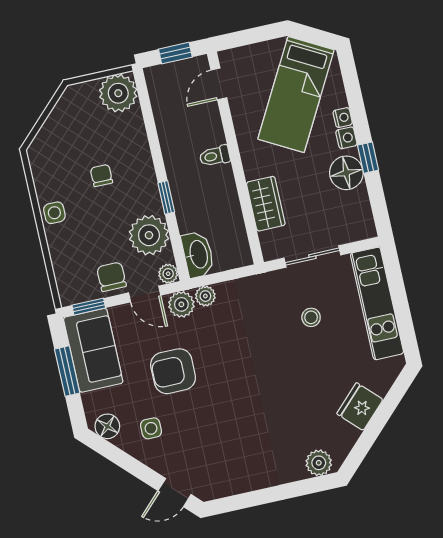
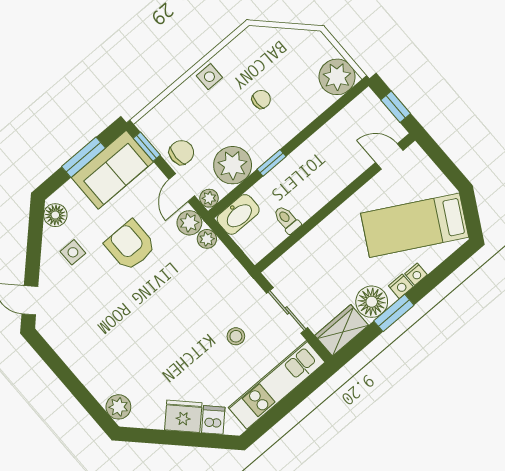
toilet: (215, 156) -> (287, 220), moved
window: (368, 158) -> (394, 313), width x1.50
wardrobe: (266, 204) -> (342, 330), moved, turned 180
dishwasher: (378, 380) -> (213, 420), added

